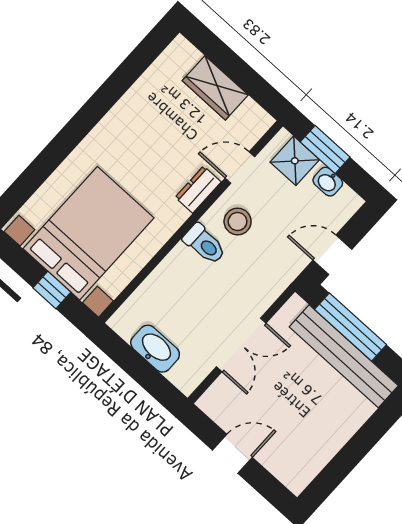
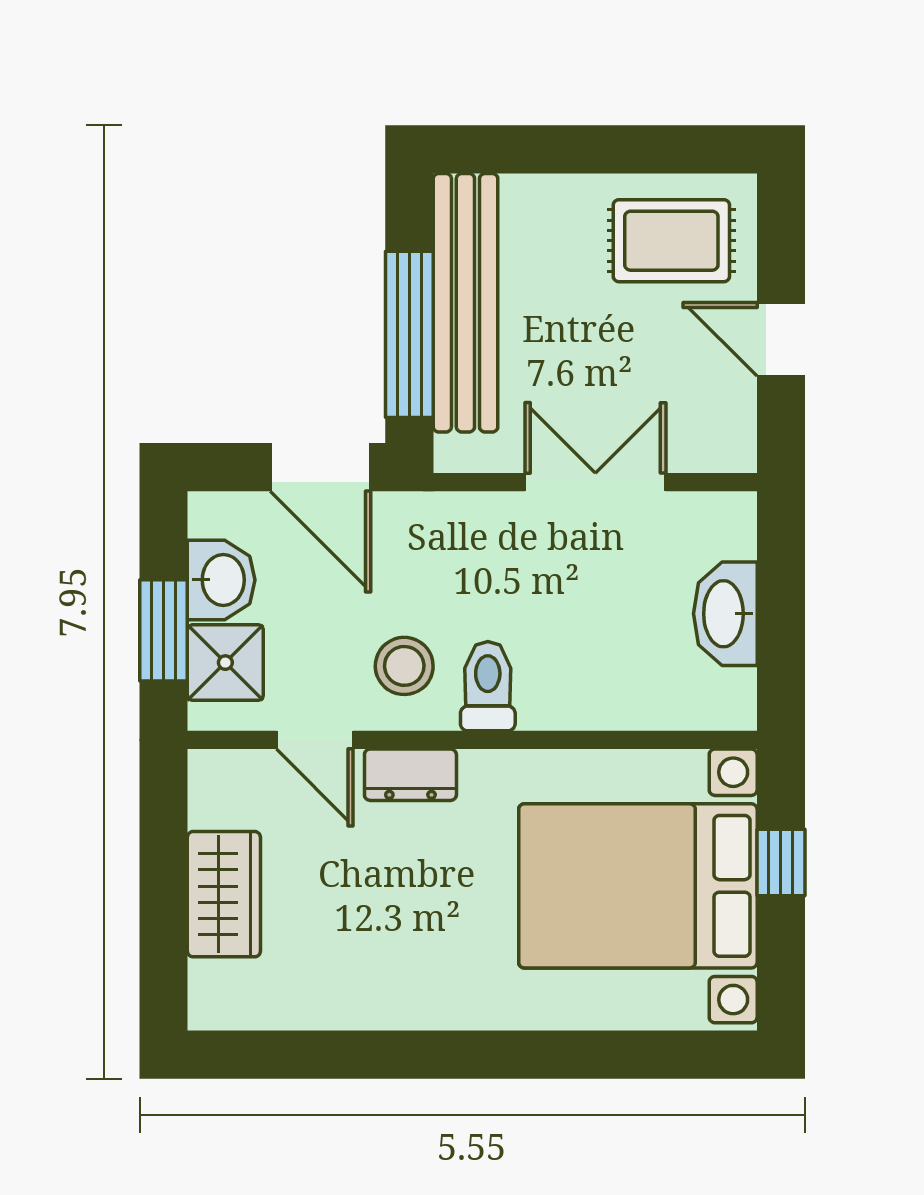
washbasin: (328, 182) -> (221, 580), width x1.38, depth x1.45
door: (332, 255) -> (320, 467), width x1.38
rug: (301, 447) -> (671, 241), added

